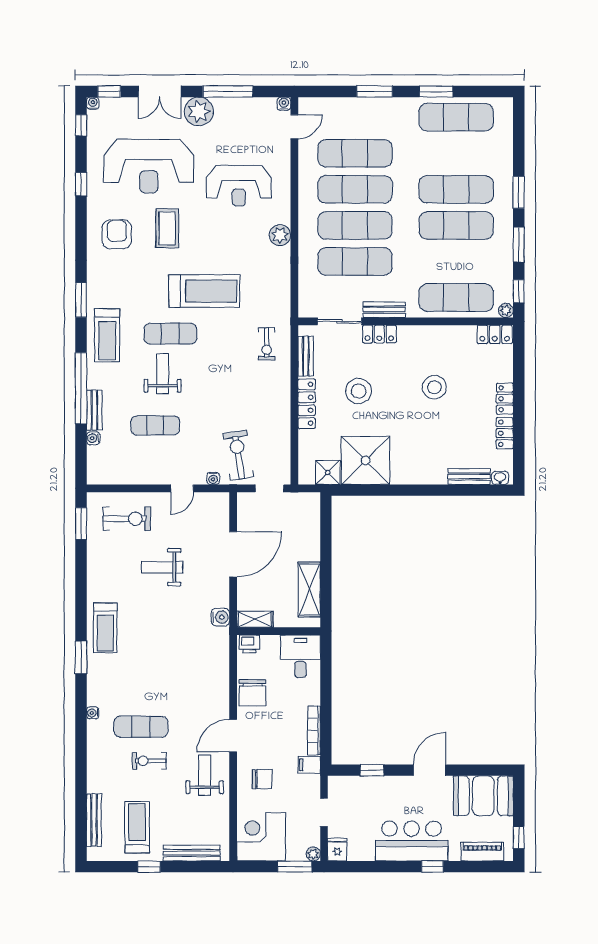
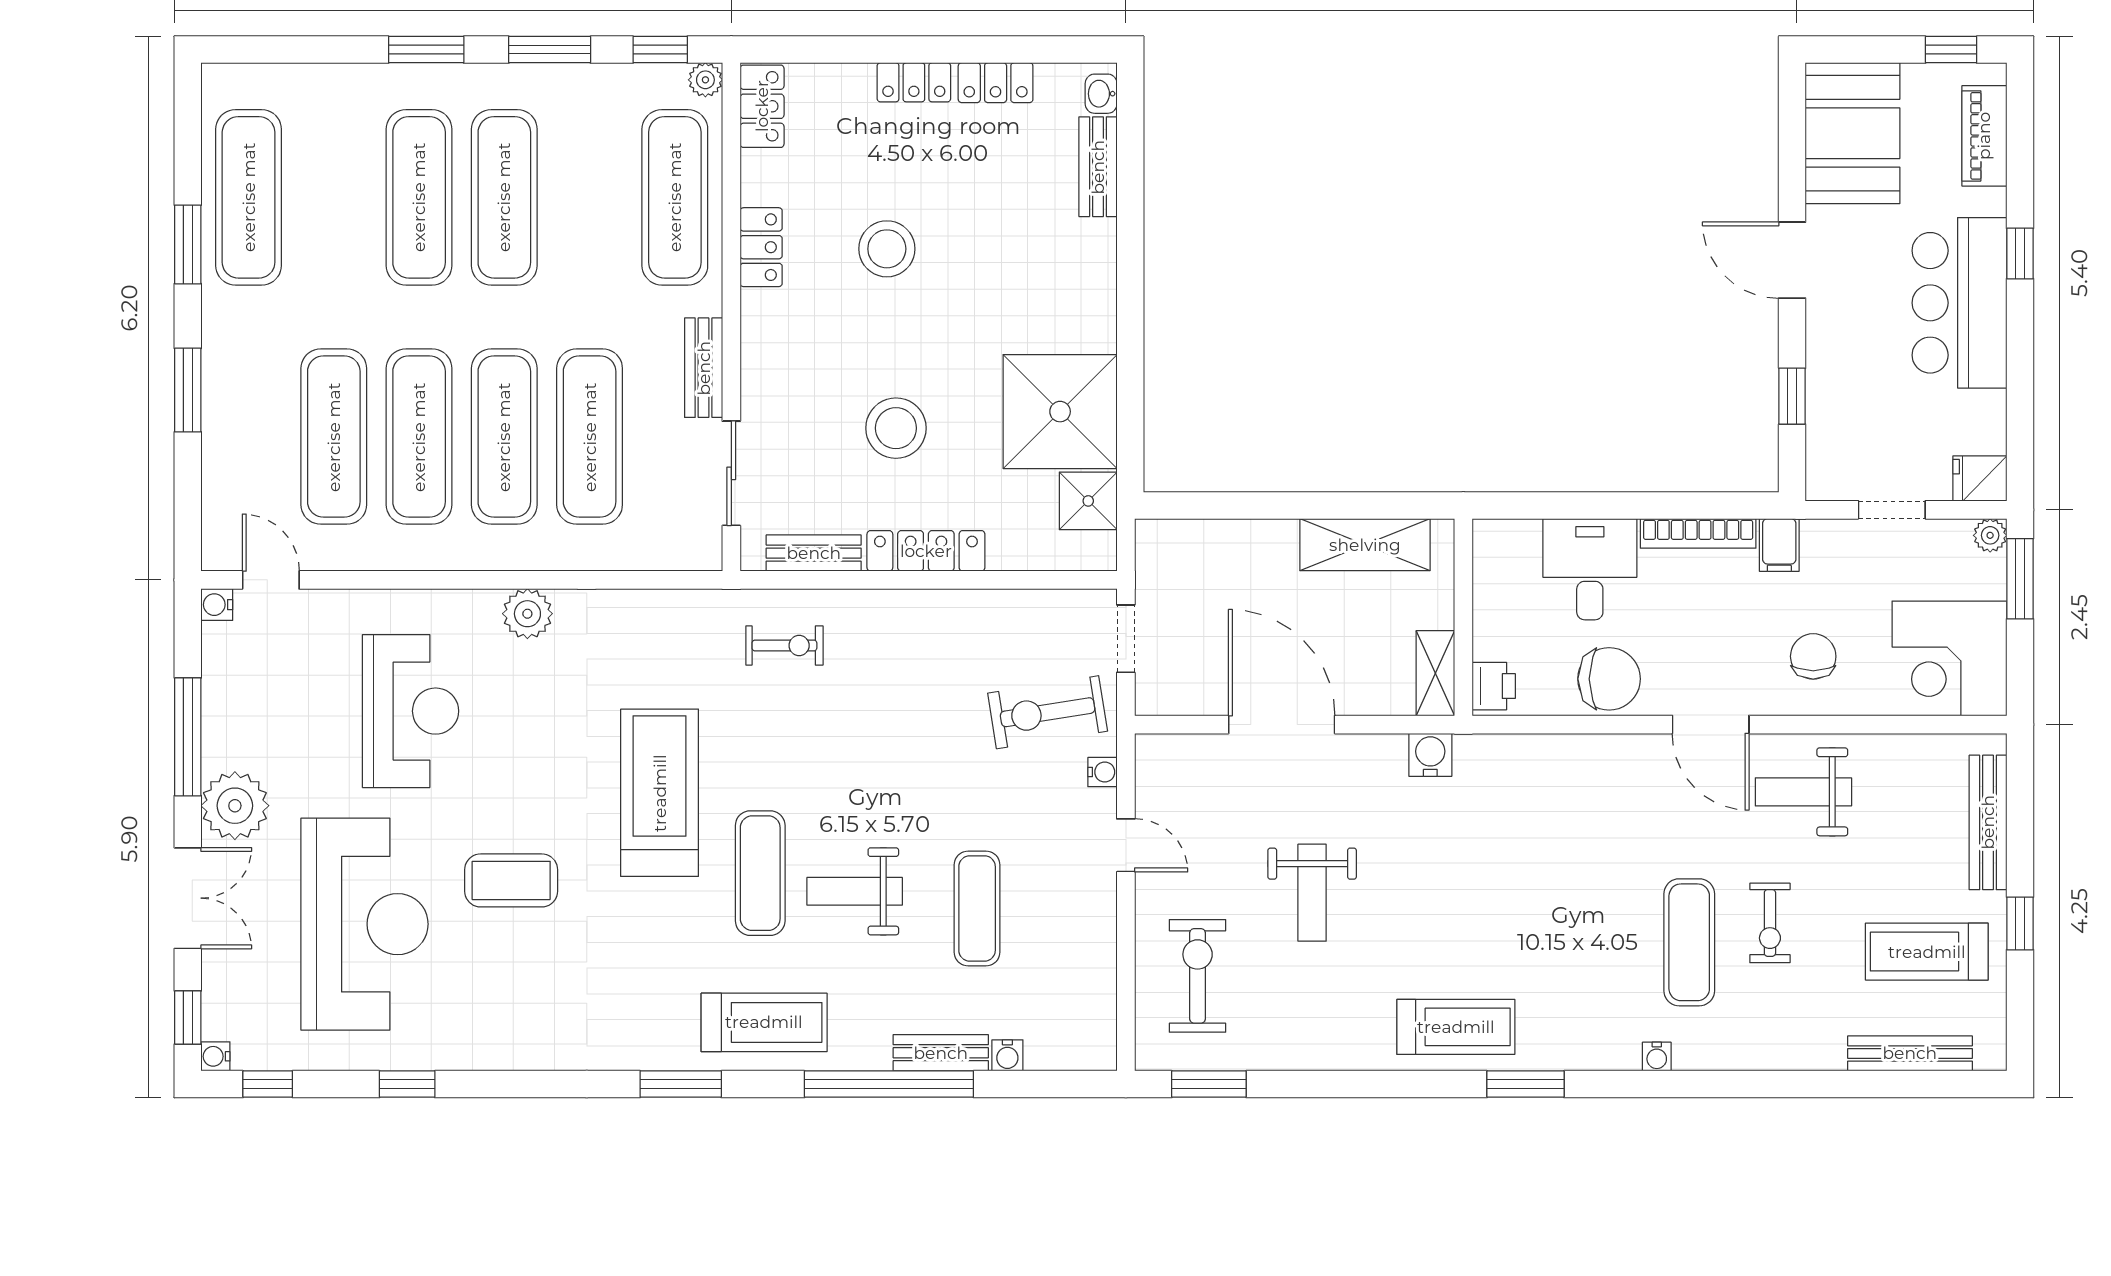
armchair: (117, 234) -> (526, 999), removed
locker: (379, 334) -> (761, 247), moved
desk: (300, 656) -> (1590, 569), moved, turned 90

